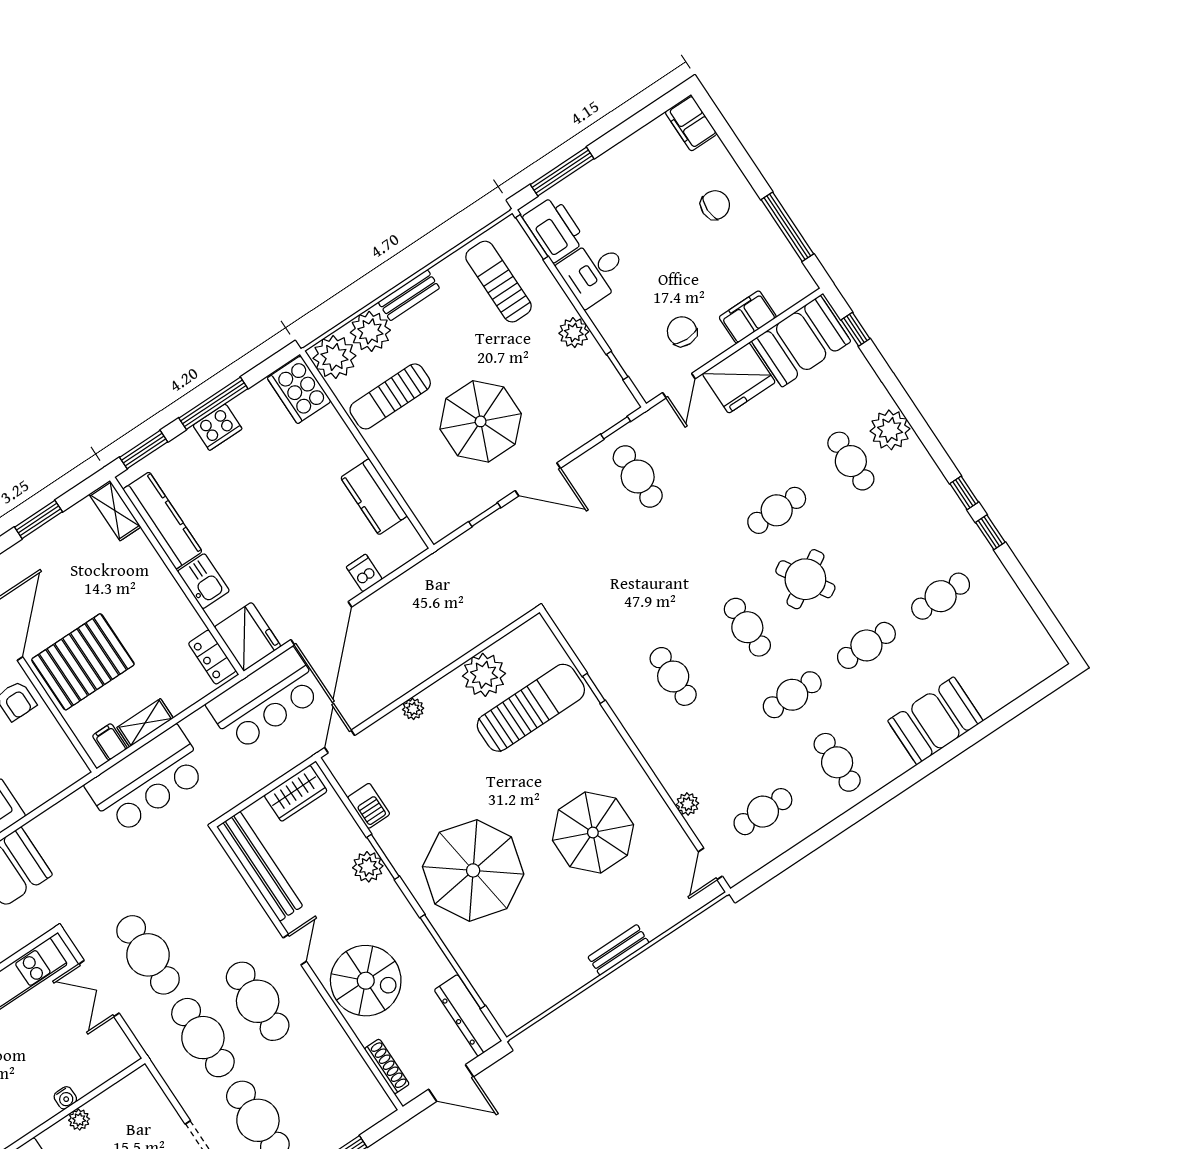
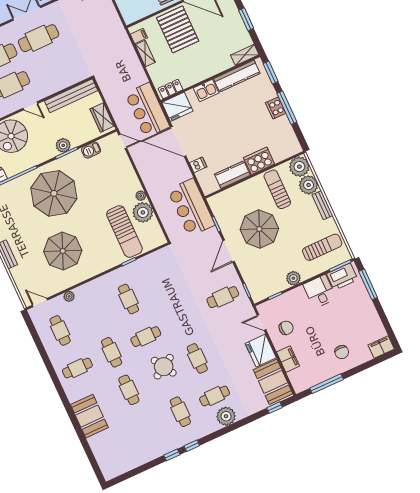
cooker: (299, 390) -> (259, 161), moved
cafe table: (941, 596) -> (180, 412), moved
cafe table: (673, 676) -> (129, 299), turned 90
plant: (413, 709) -> (141, 196), moved
bar counter: (147, 780) -> (191, 207), moved

